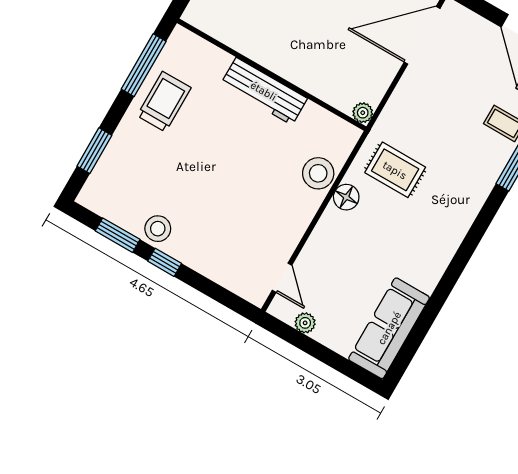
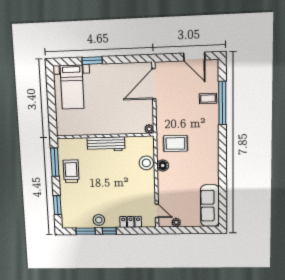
locker: (218, 269) -> (131, 222), added

